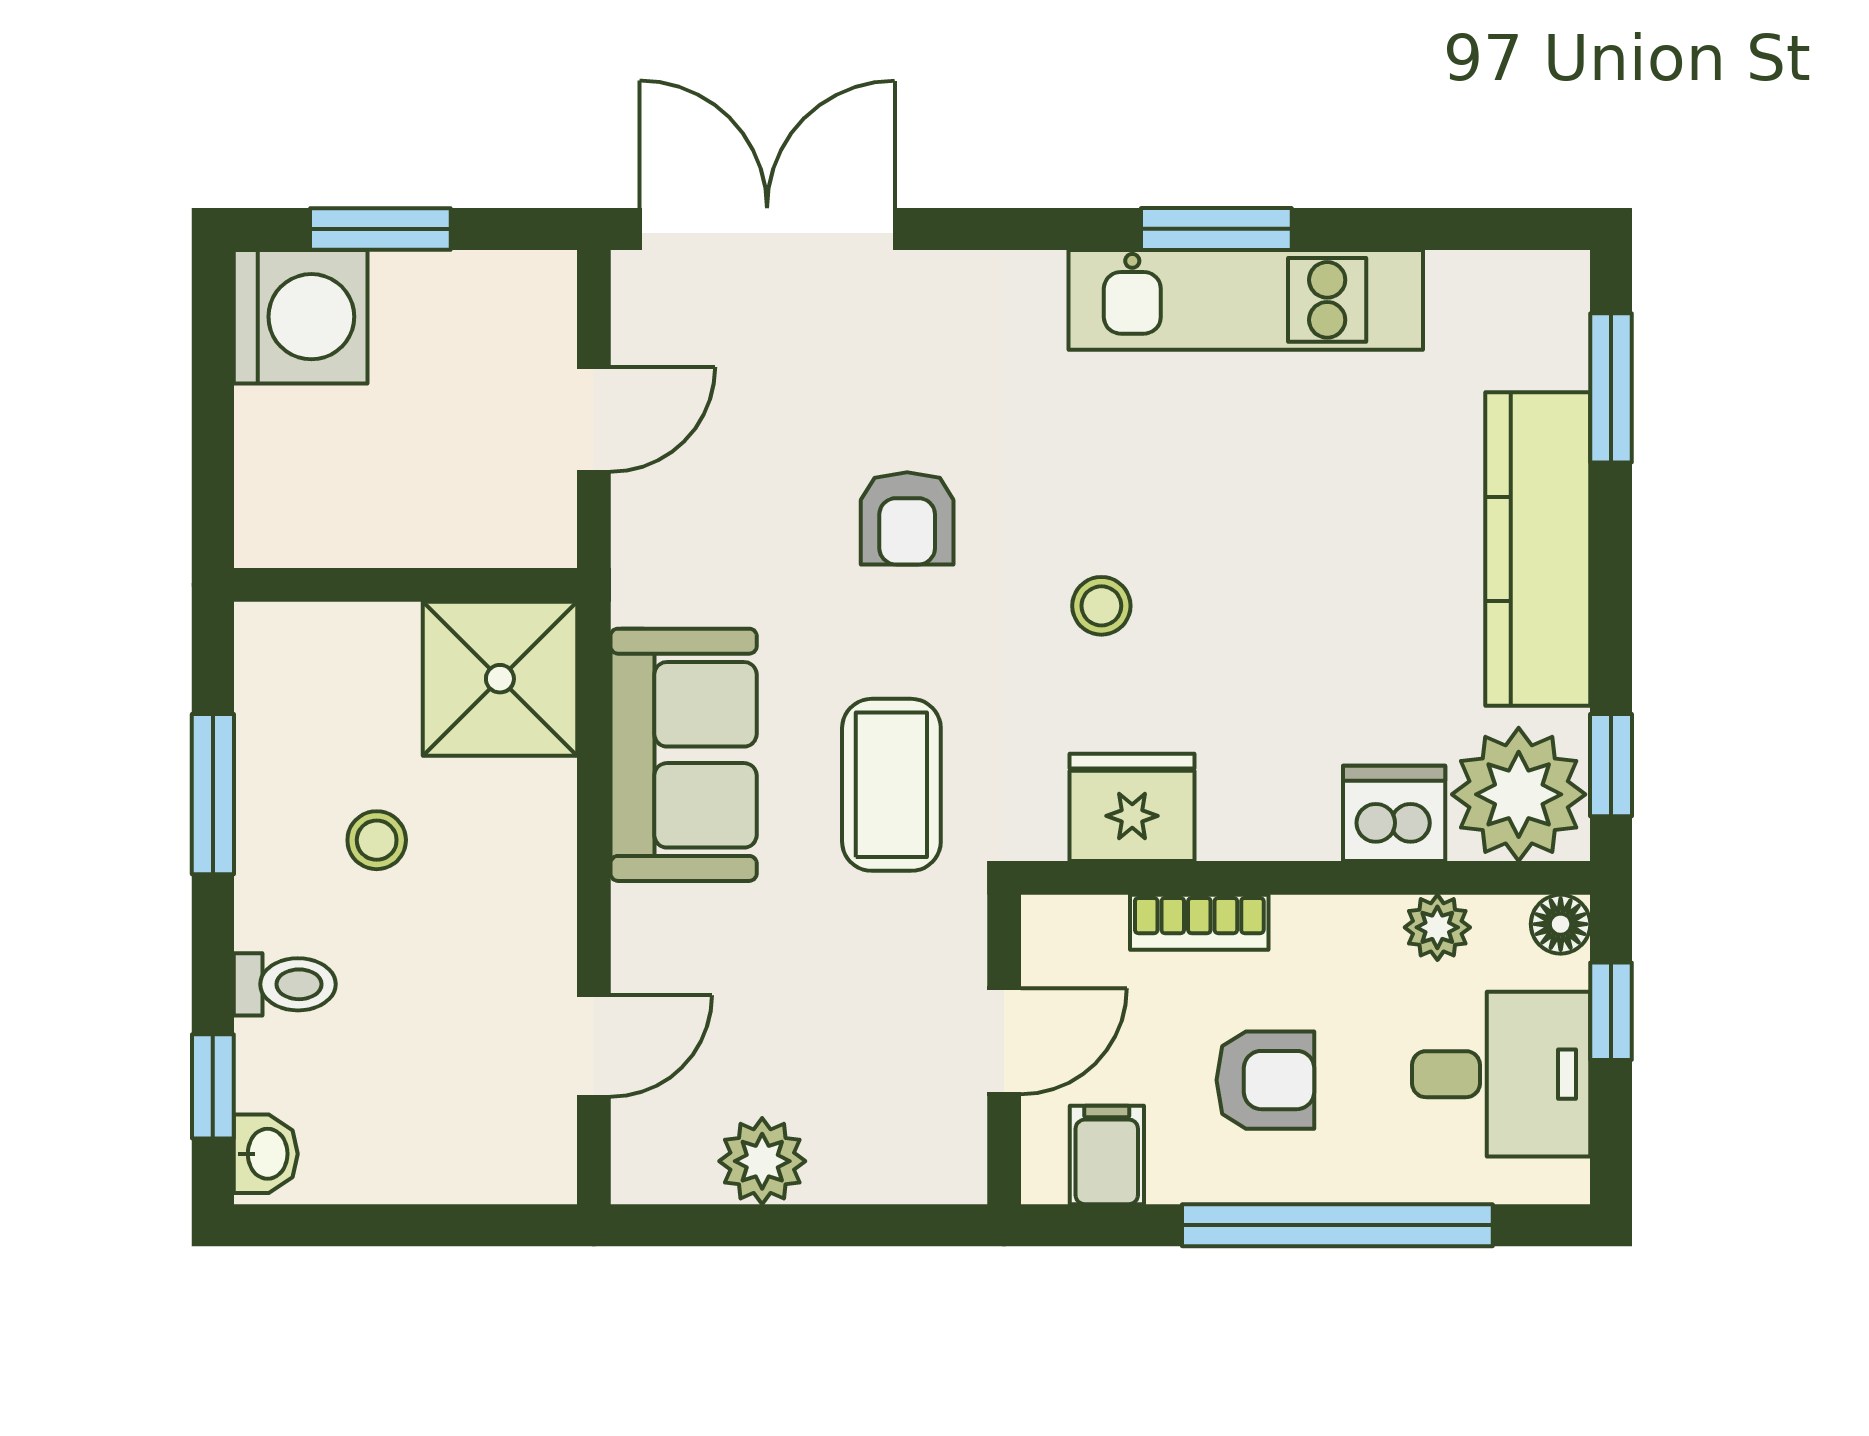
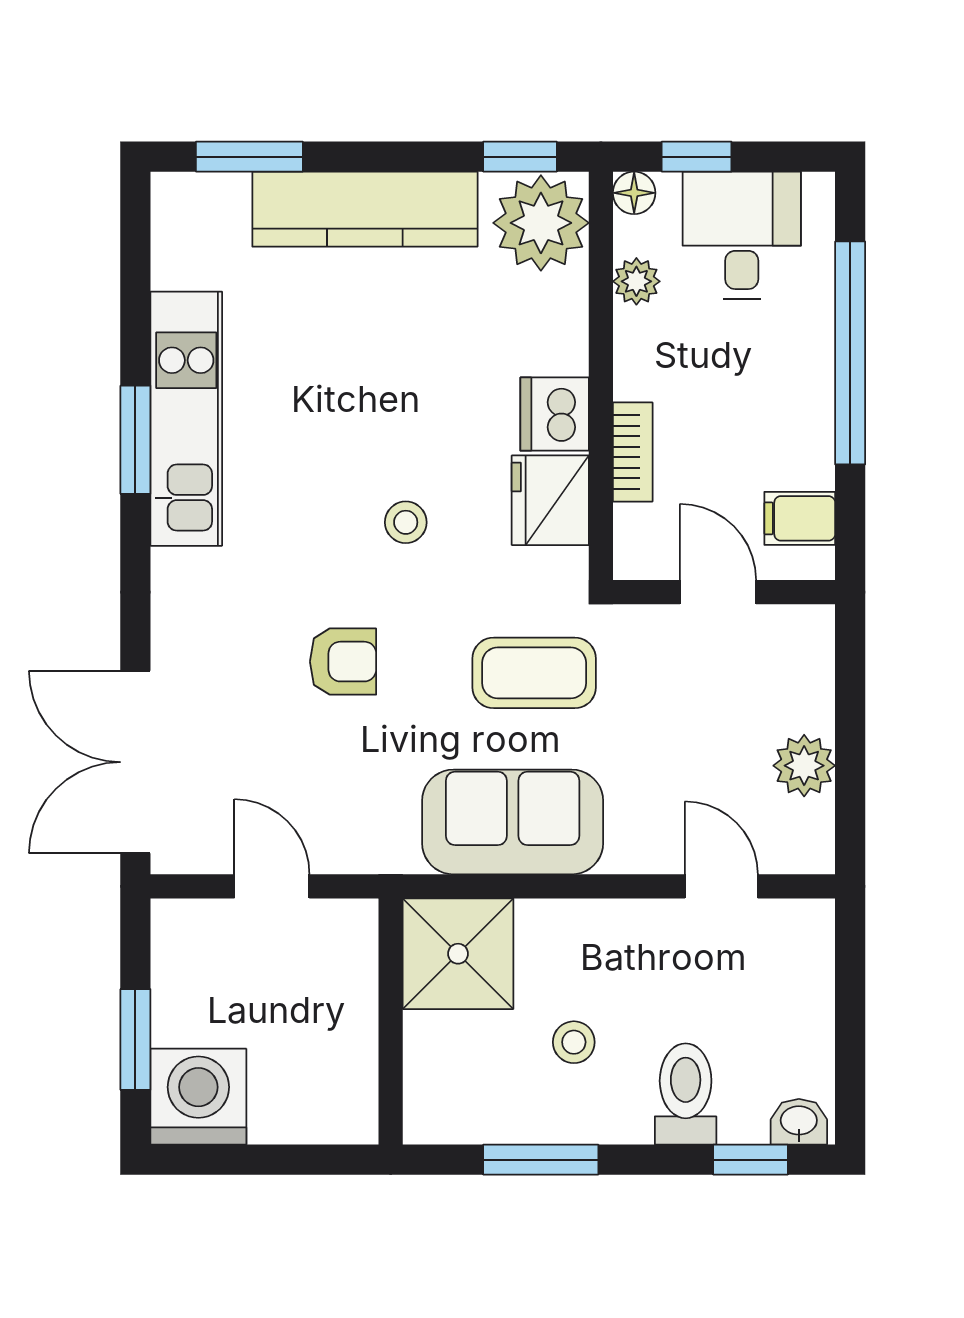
dishwasher: (1394, 813) -> (555, 414), moved
toilet: (285, 984) -> (686, 1094), width x1.37, depth x1.39
armchair: (1265, 1080) -> (746, 405), removed

